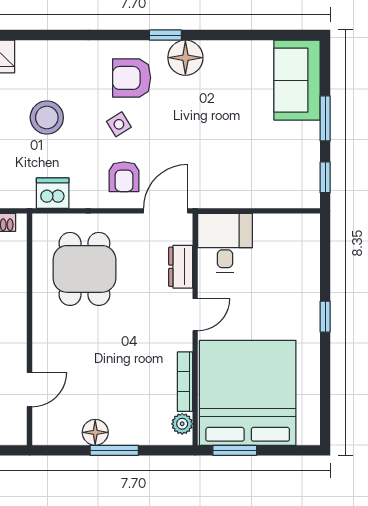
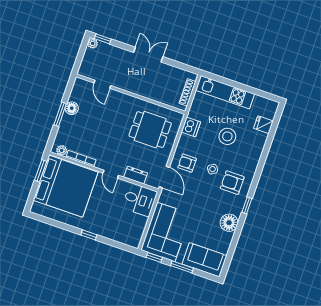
floor lamp: (185, 58) -> (229, 223), moved
armchair: (132, 78) -> (232, 183), turned -90
corner sofa: (269, 172) -> (166, 232), added

